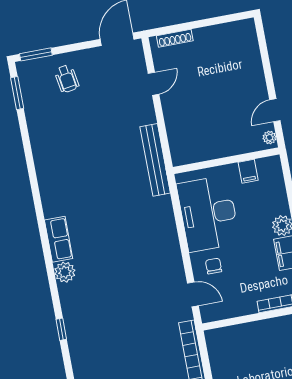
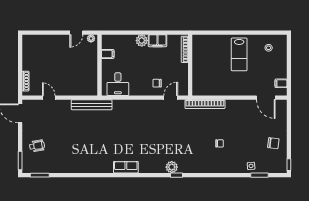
door: (275, 110) -> (76, 33), hinge flipped
desk: (208, 214) -> (118, 84), width x0.53, depth x0.77
plant: (65, 272) -> (172, 167), moved

